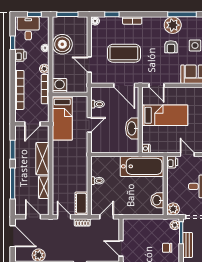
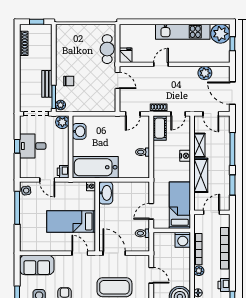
washing machine: (60, 86) -> (183, 240), moved
wall: (70, 94) -> (172, 230), moved
bed: (62, 118) -> (180, 205), moved
washbasin: (132, 128) -> (106, 193), moved
nightstand: (57, 177) -> (185, 156), added
door: (64, 217) -> (178, 114), hinge flipped

